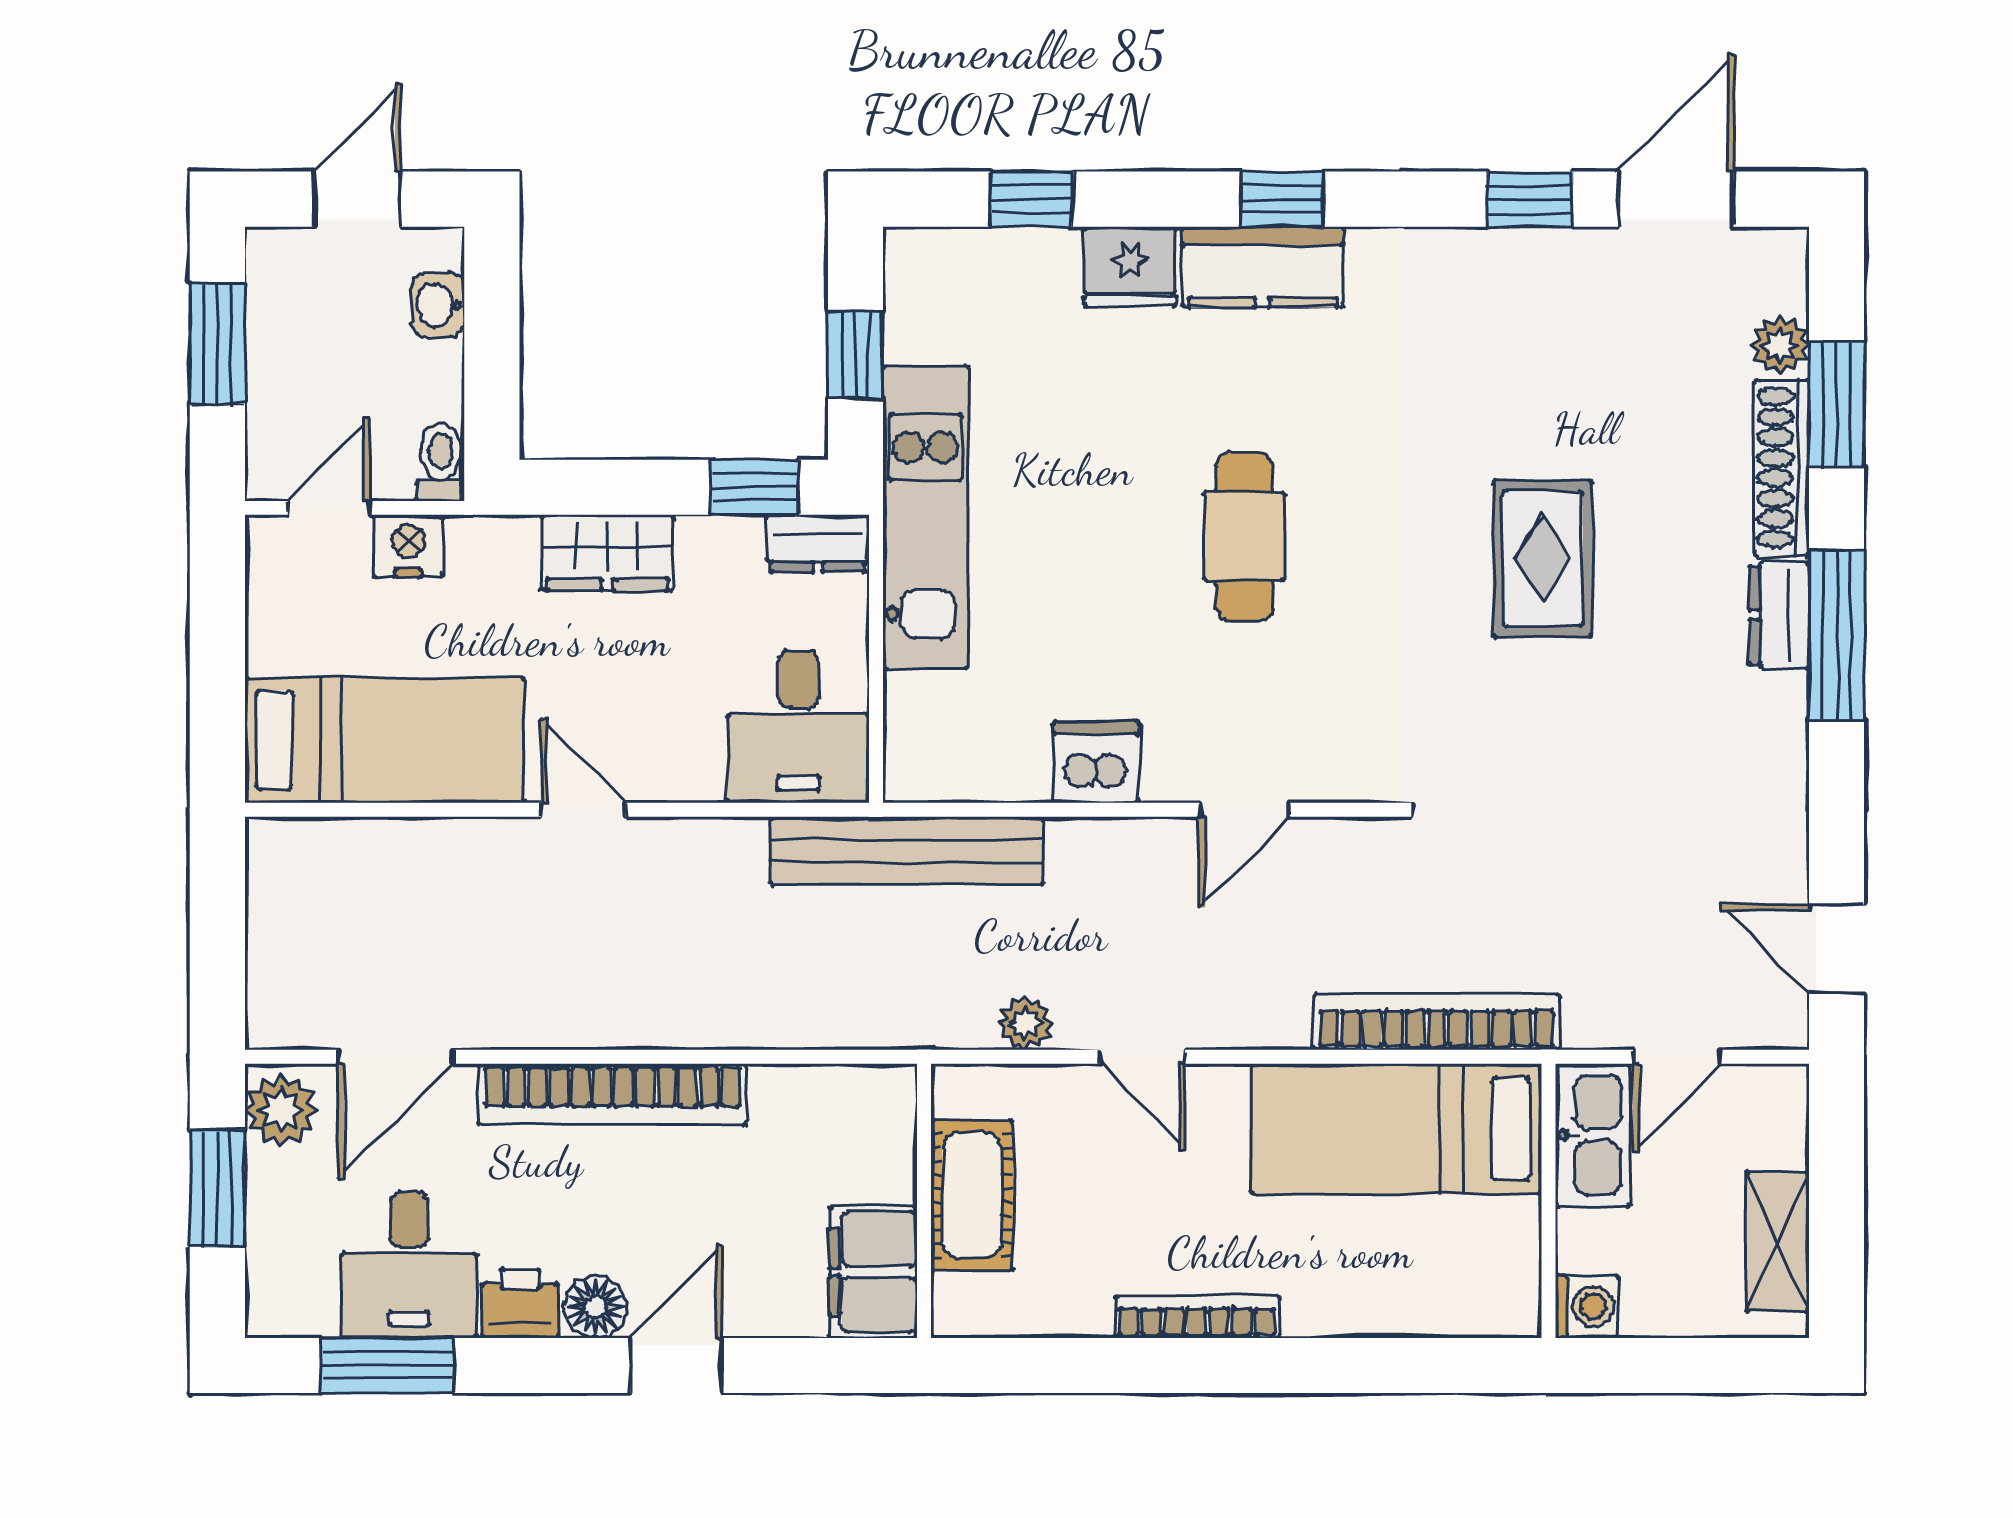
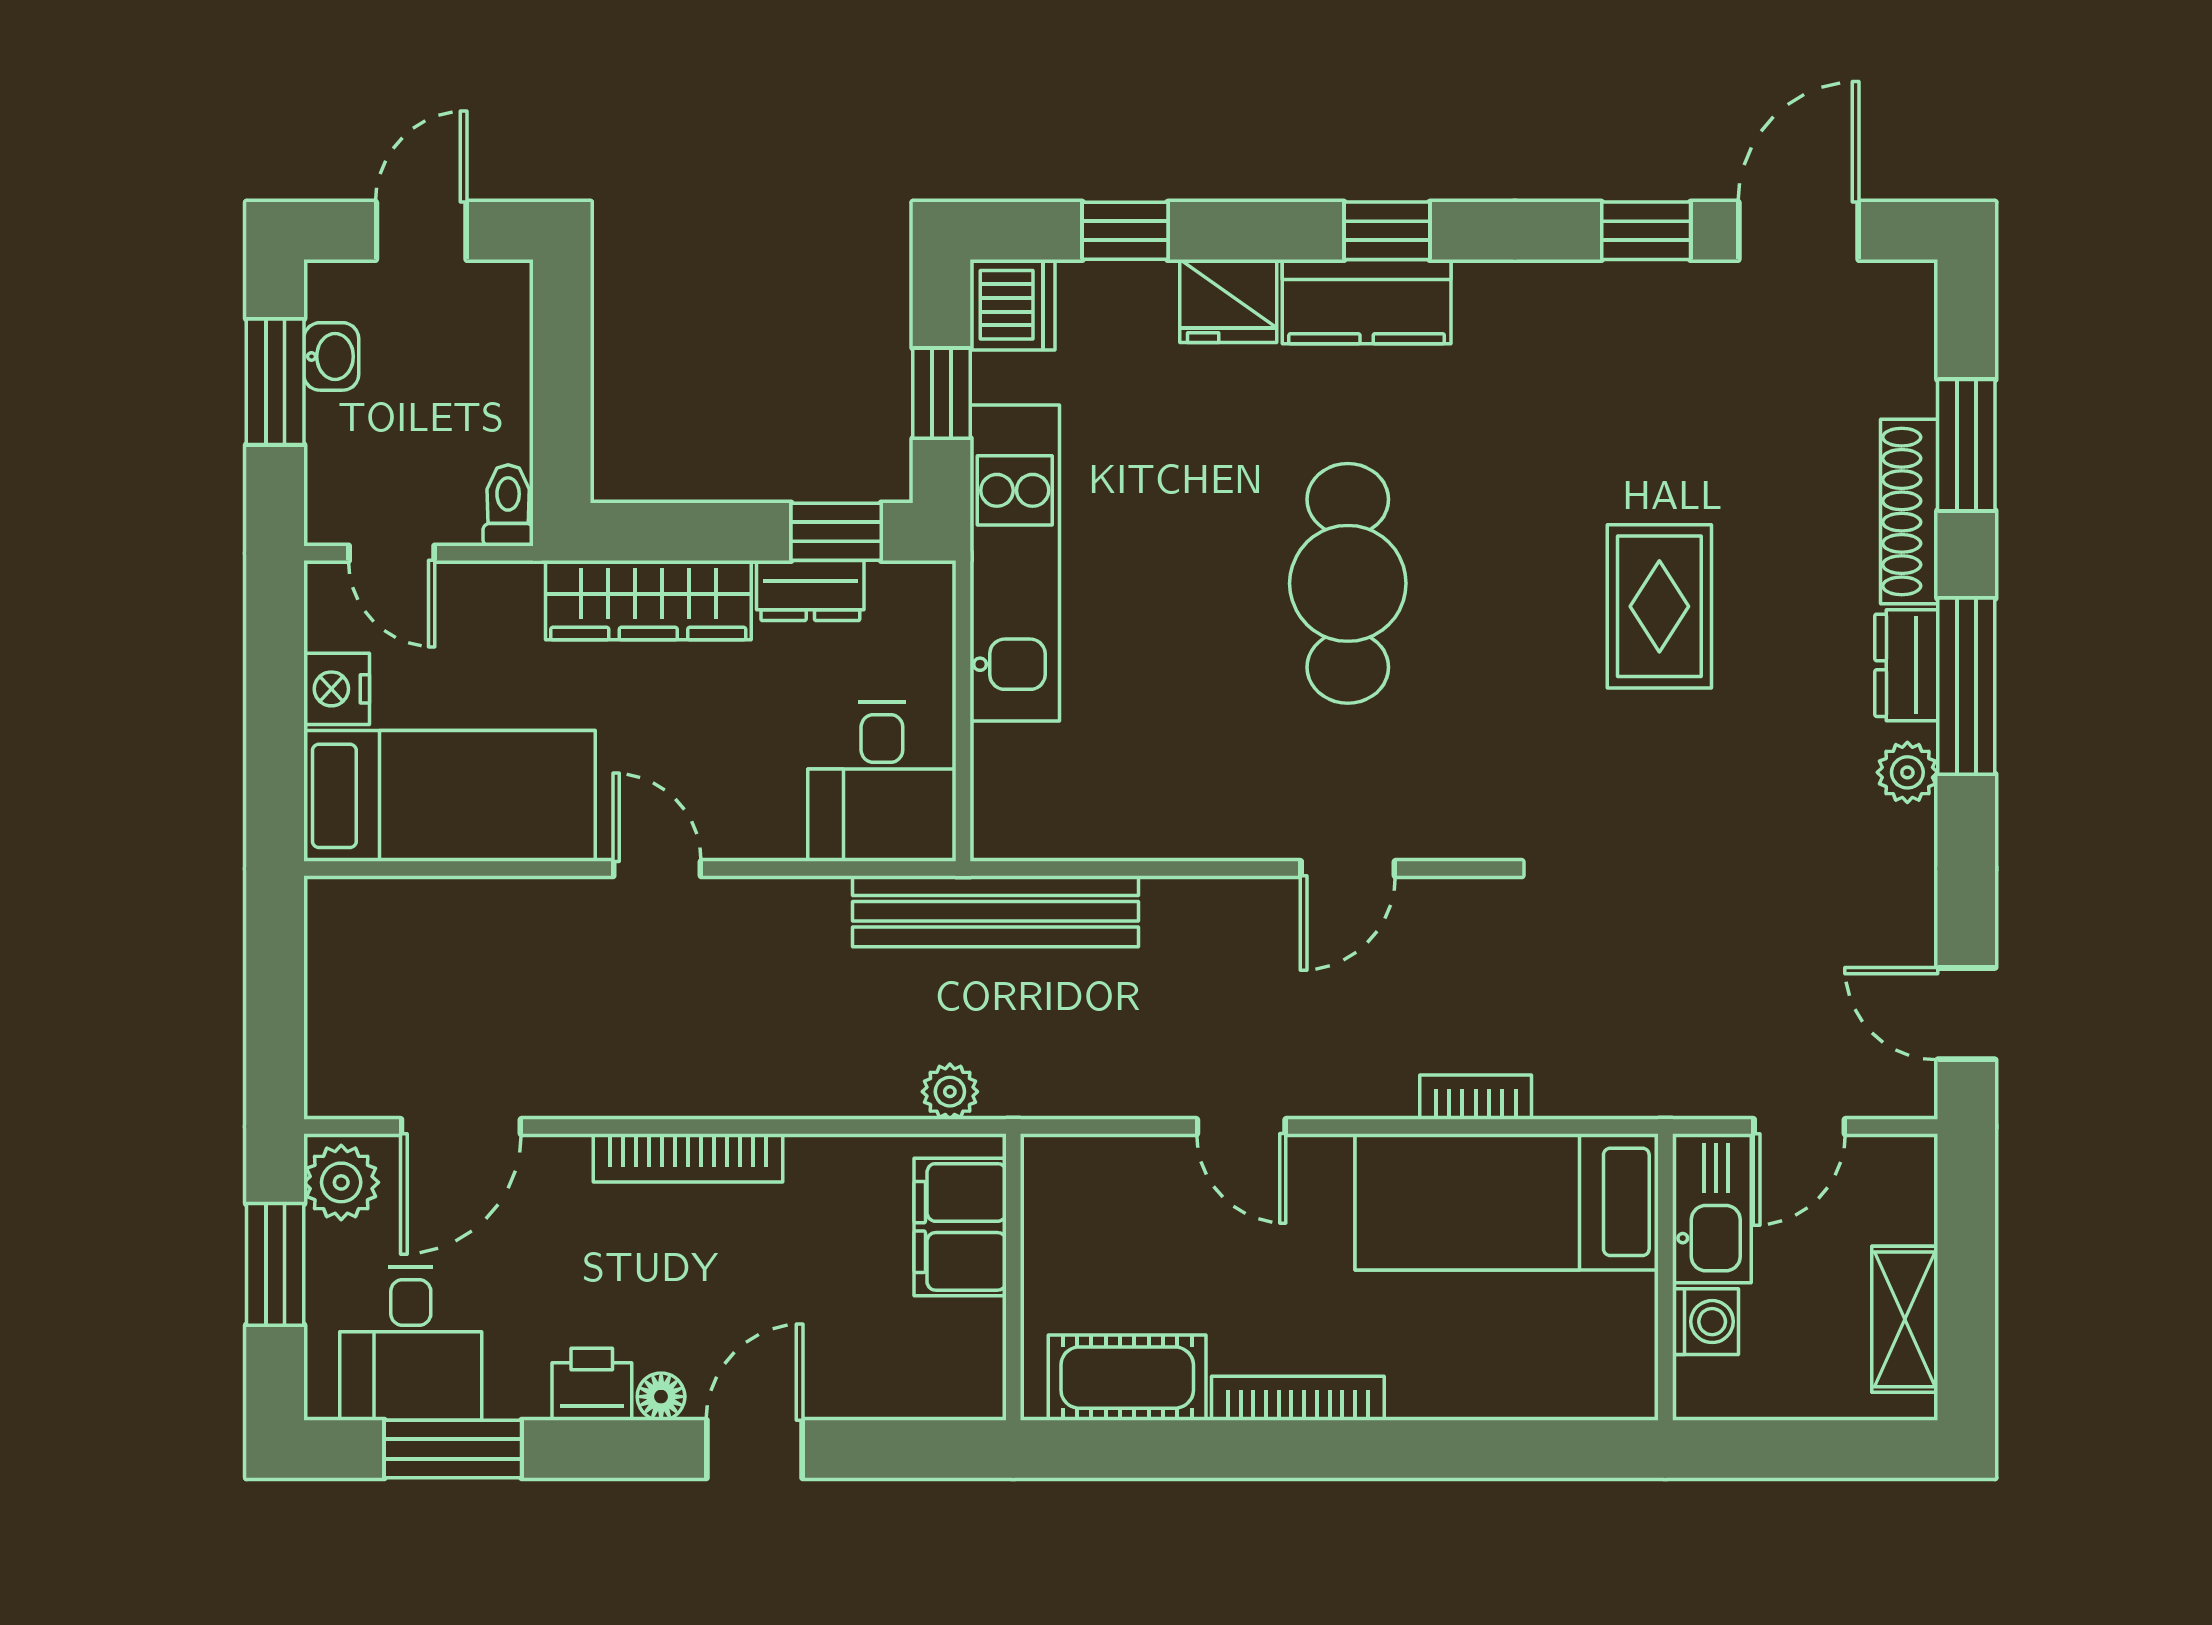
washbasin: (438, 305) -> (331, 356), moved, turned 180
plant: (1780, 345) -> (1907, 772), moved
door: (329, 508) -> (392, 553), swing flipped
cafe table: (1244, 537) -> (1348, 583), width x1.37, depth x1.35
dresser: (818, 544) -> (810, 591), moved
nightstand: (408, 546) -> (337, 689), moved, turned -90
wardrobe: (607, 553) -> (648, 600), width x1.50
dishwasher: (1096, 762) -> (1013, 305), moved, turned 90
bookcase: (1437, 1022) -> (1476, 1097), width x0.43, depth x0.76
plant: (1025, 1023) -> (950, 1092), moved
bookcase: (613, 1094) -> (688, 1158), width x0.68, depth x0.76
cot: (972, 1195) -> (1127, 1378), moved, turned 90
desk: (409, 1265) -> (411, 1344), moved
filing cabinet: (873, 1272) -> (960, 1227), moved
washing machine: (1587, 1306) -> (1705, 1322), moved
floor lamp: (595, 1307) -> (661, 1397), width x0.73, depth x0.73

